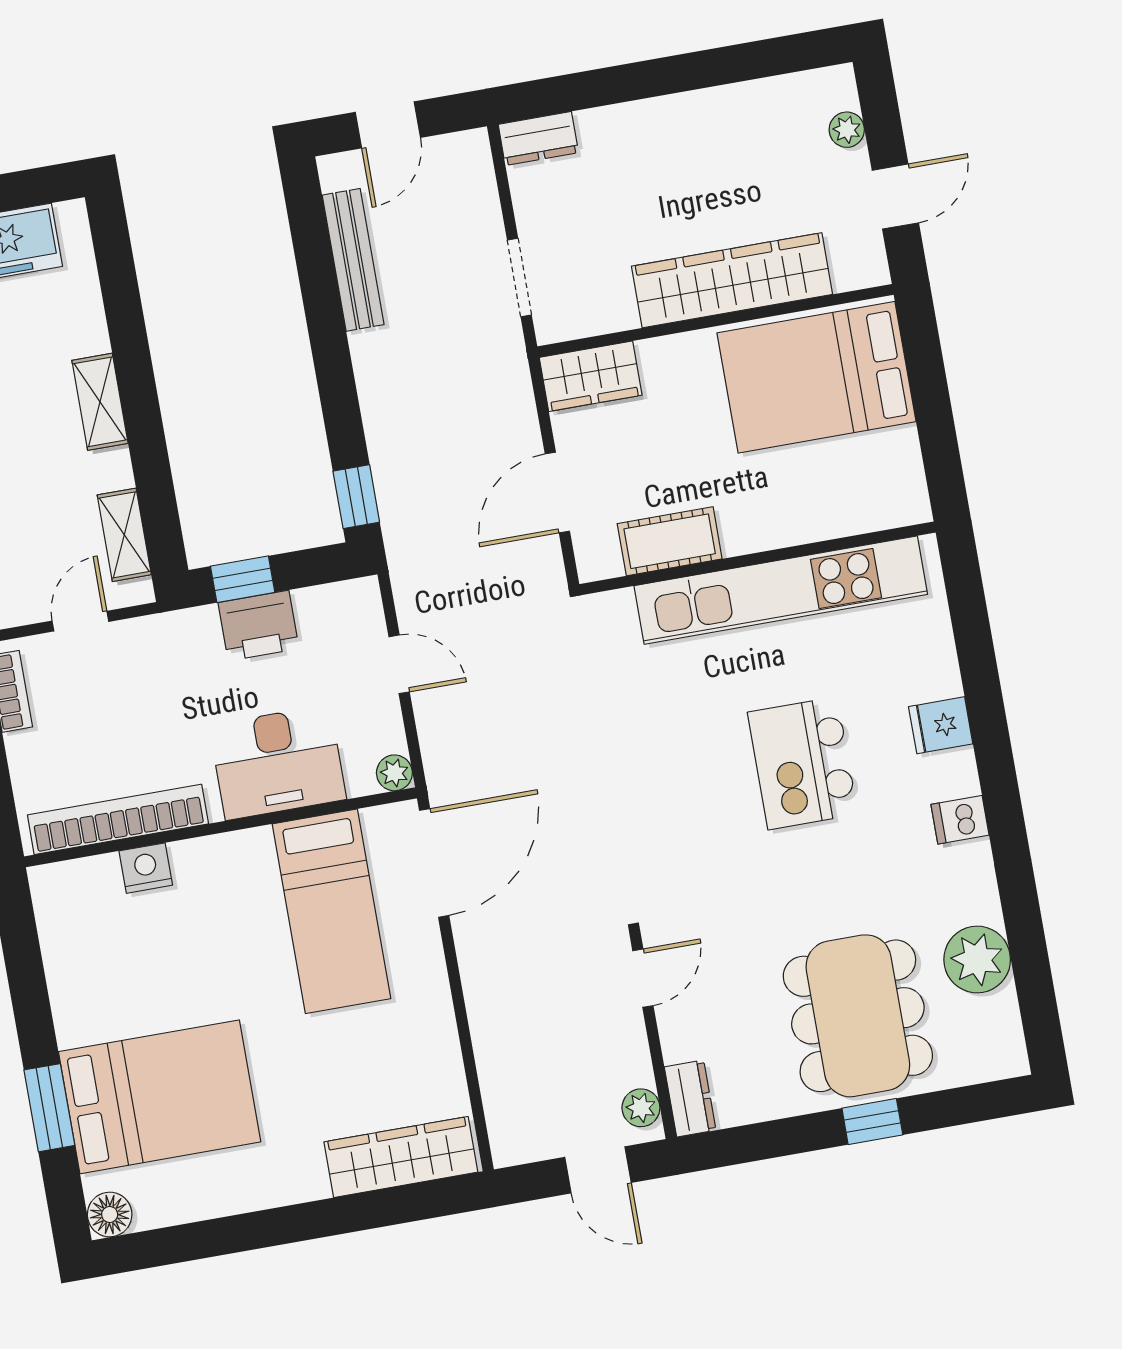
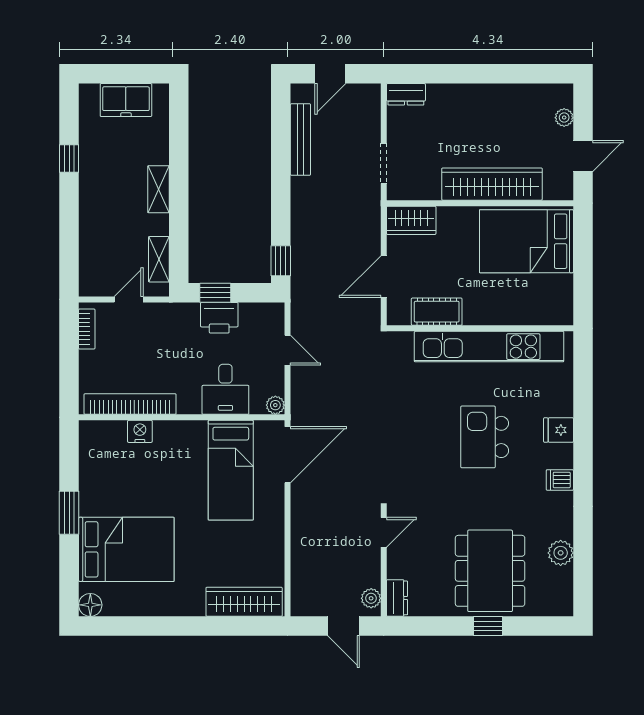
desk: (278, 762) -> (225, 389), width x0.73
plant: (977, 960) -> (561, 553), width x0.73, depth x0.73
window: (49, 1108) -> (69, 513), moved

